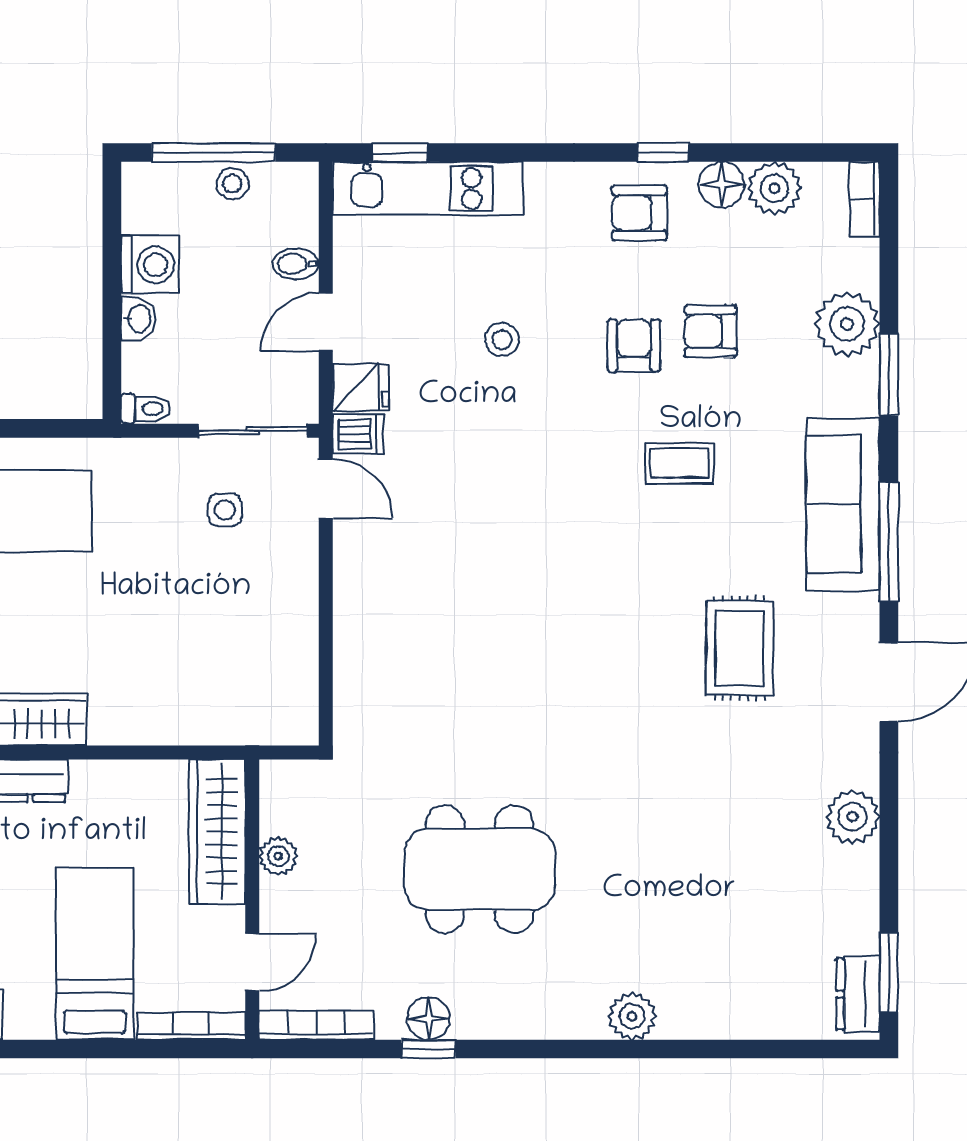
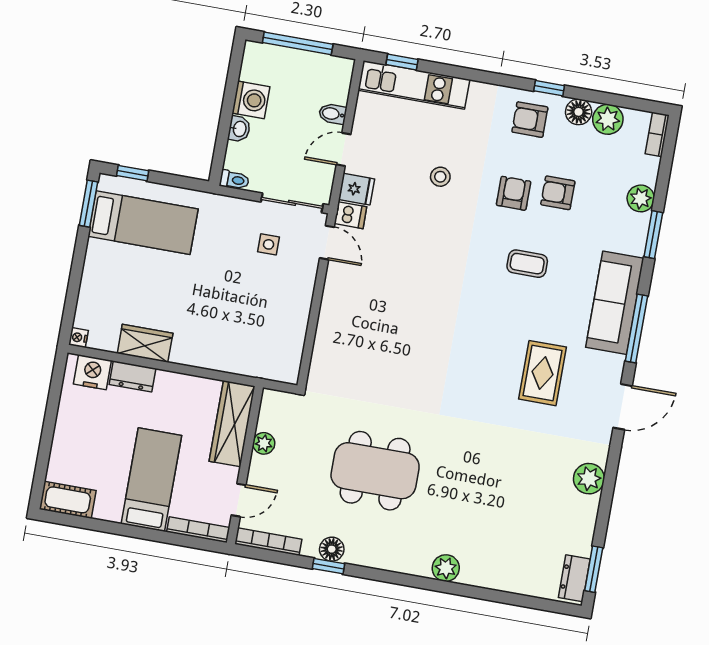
stool: (232, 184) -> (305, 63), removed
plant: (847, 324) -> (641, 198), width x0.73, depth x0.73

